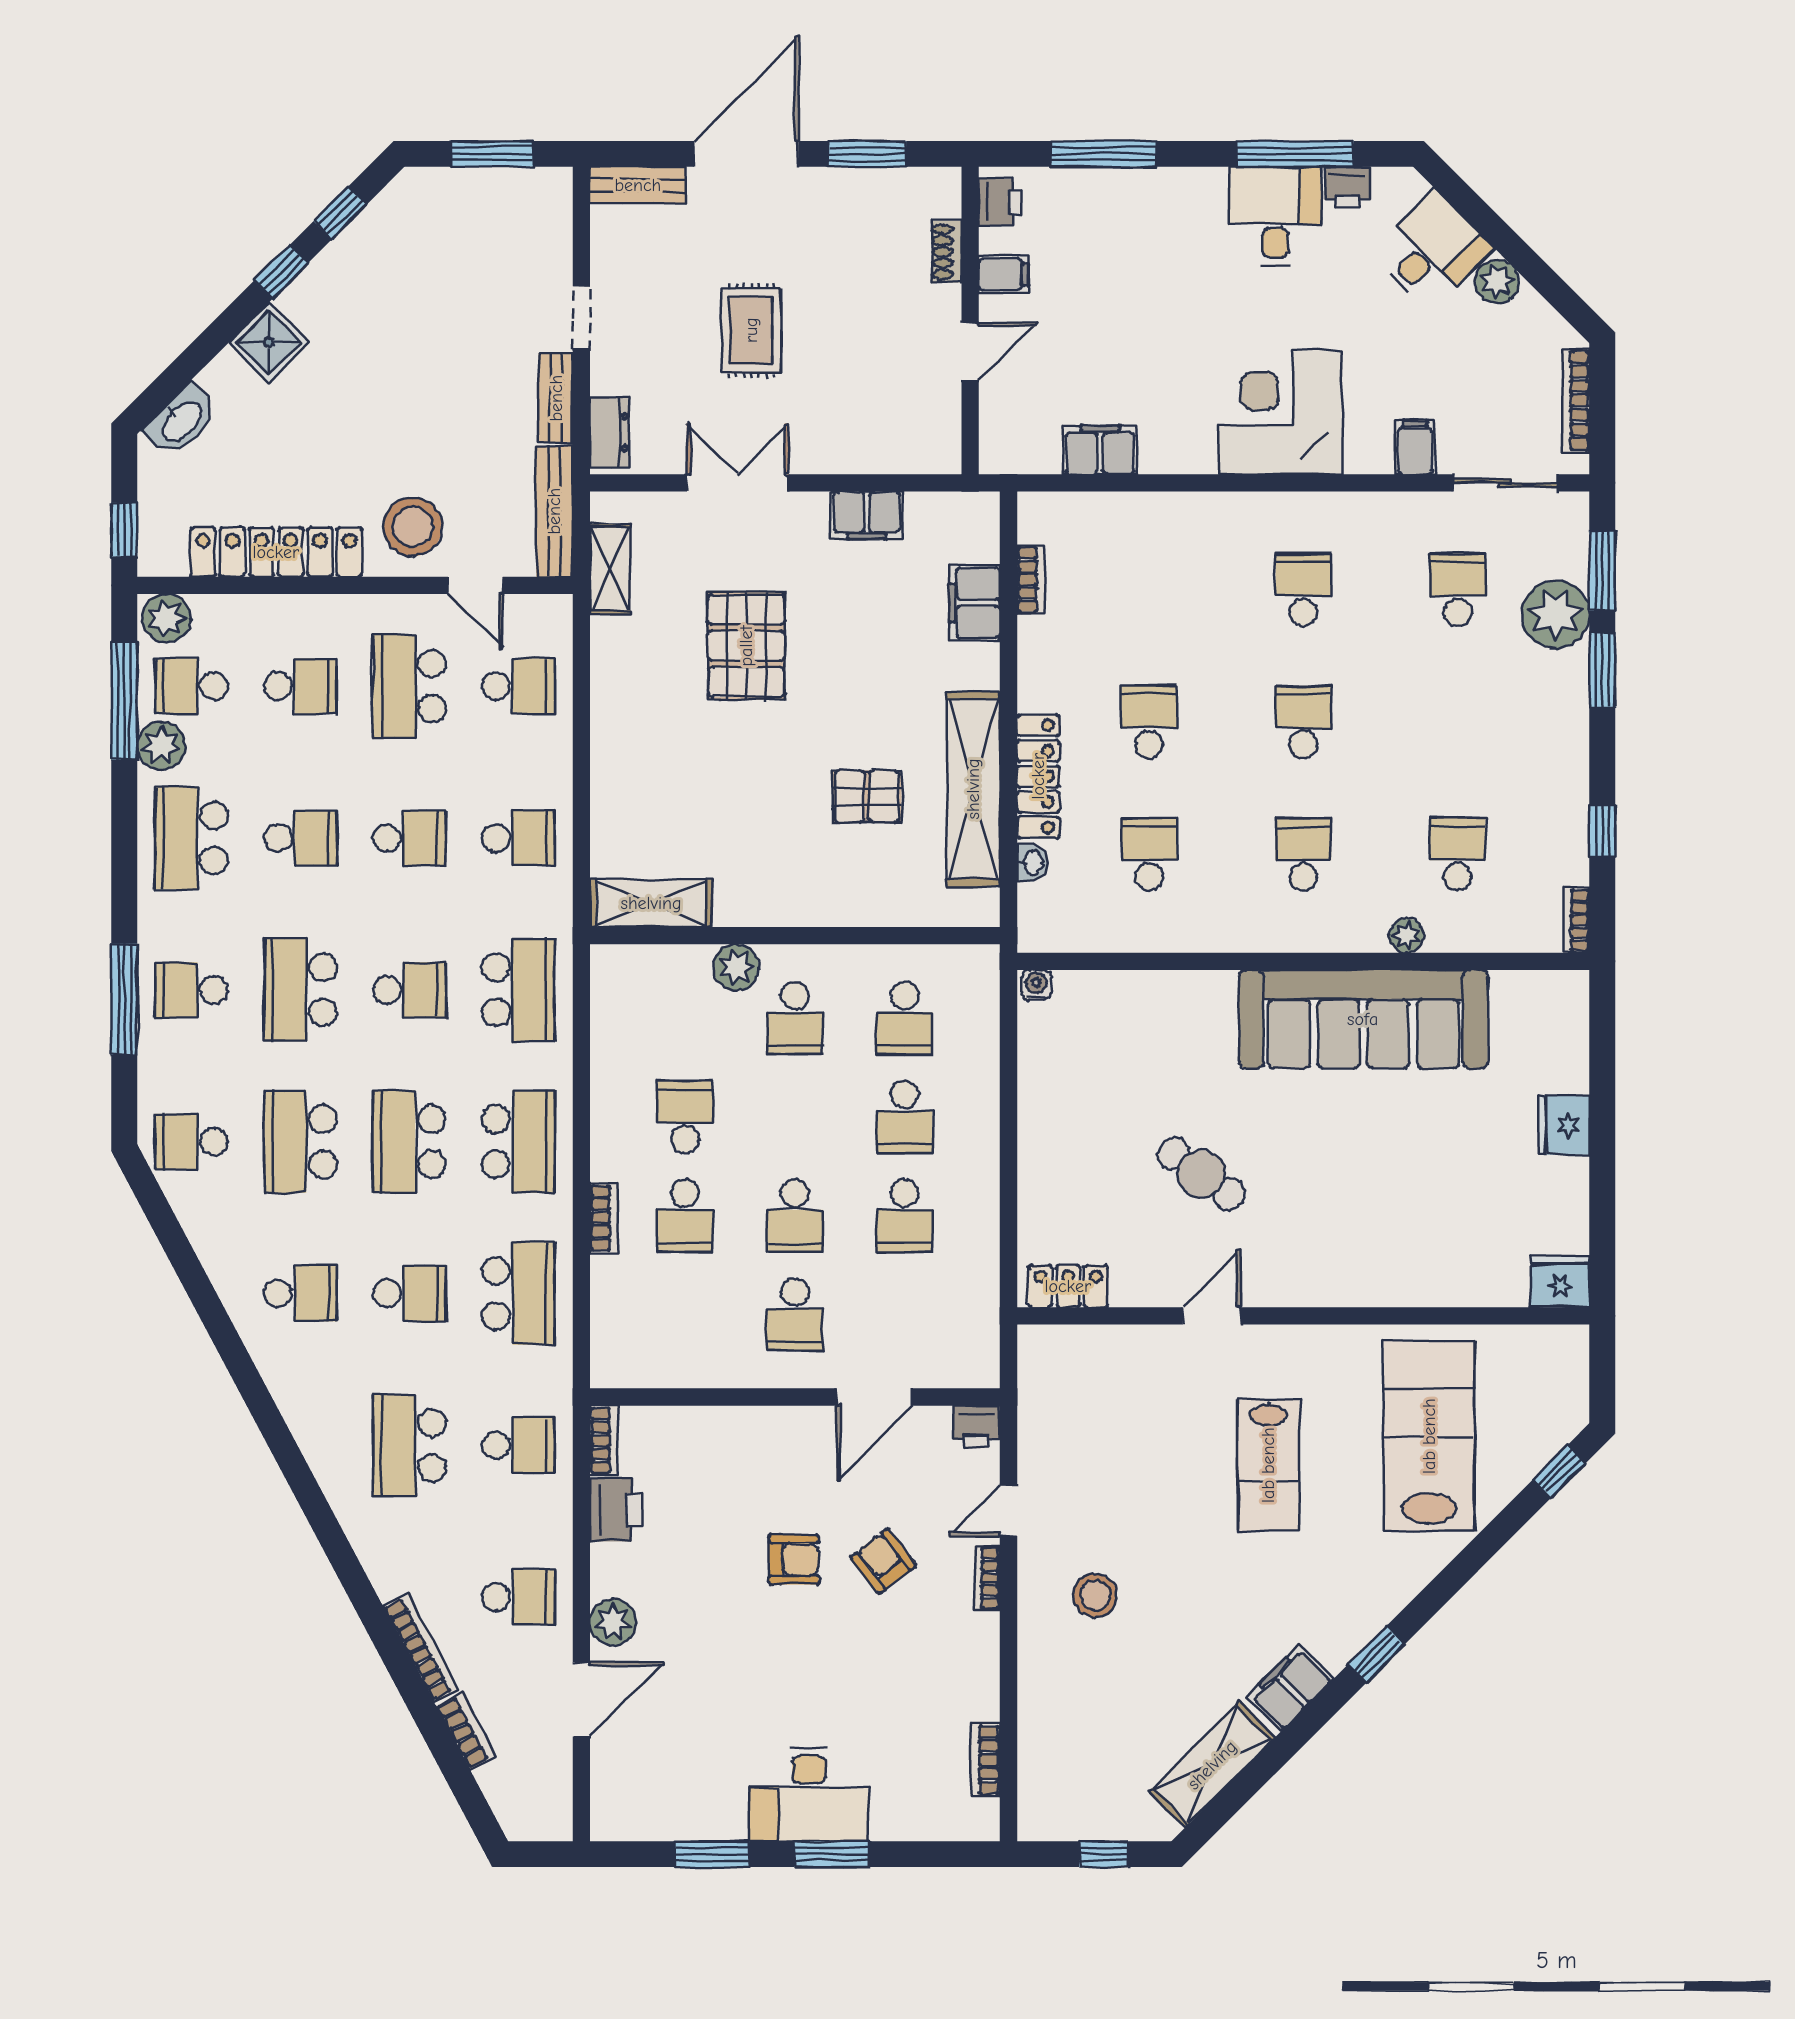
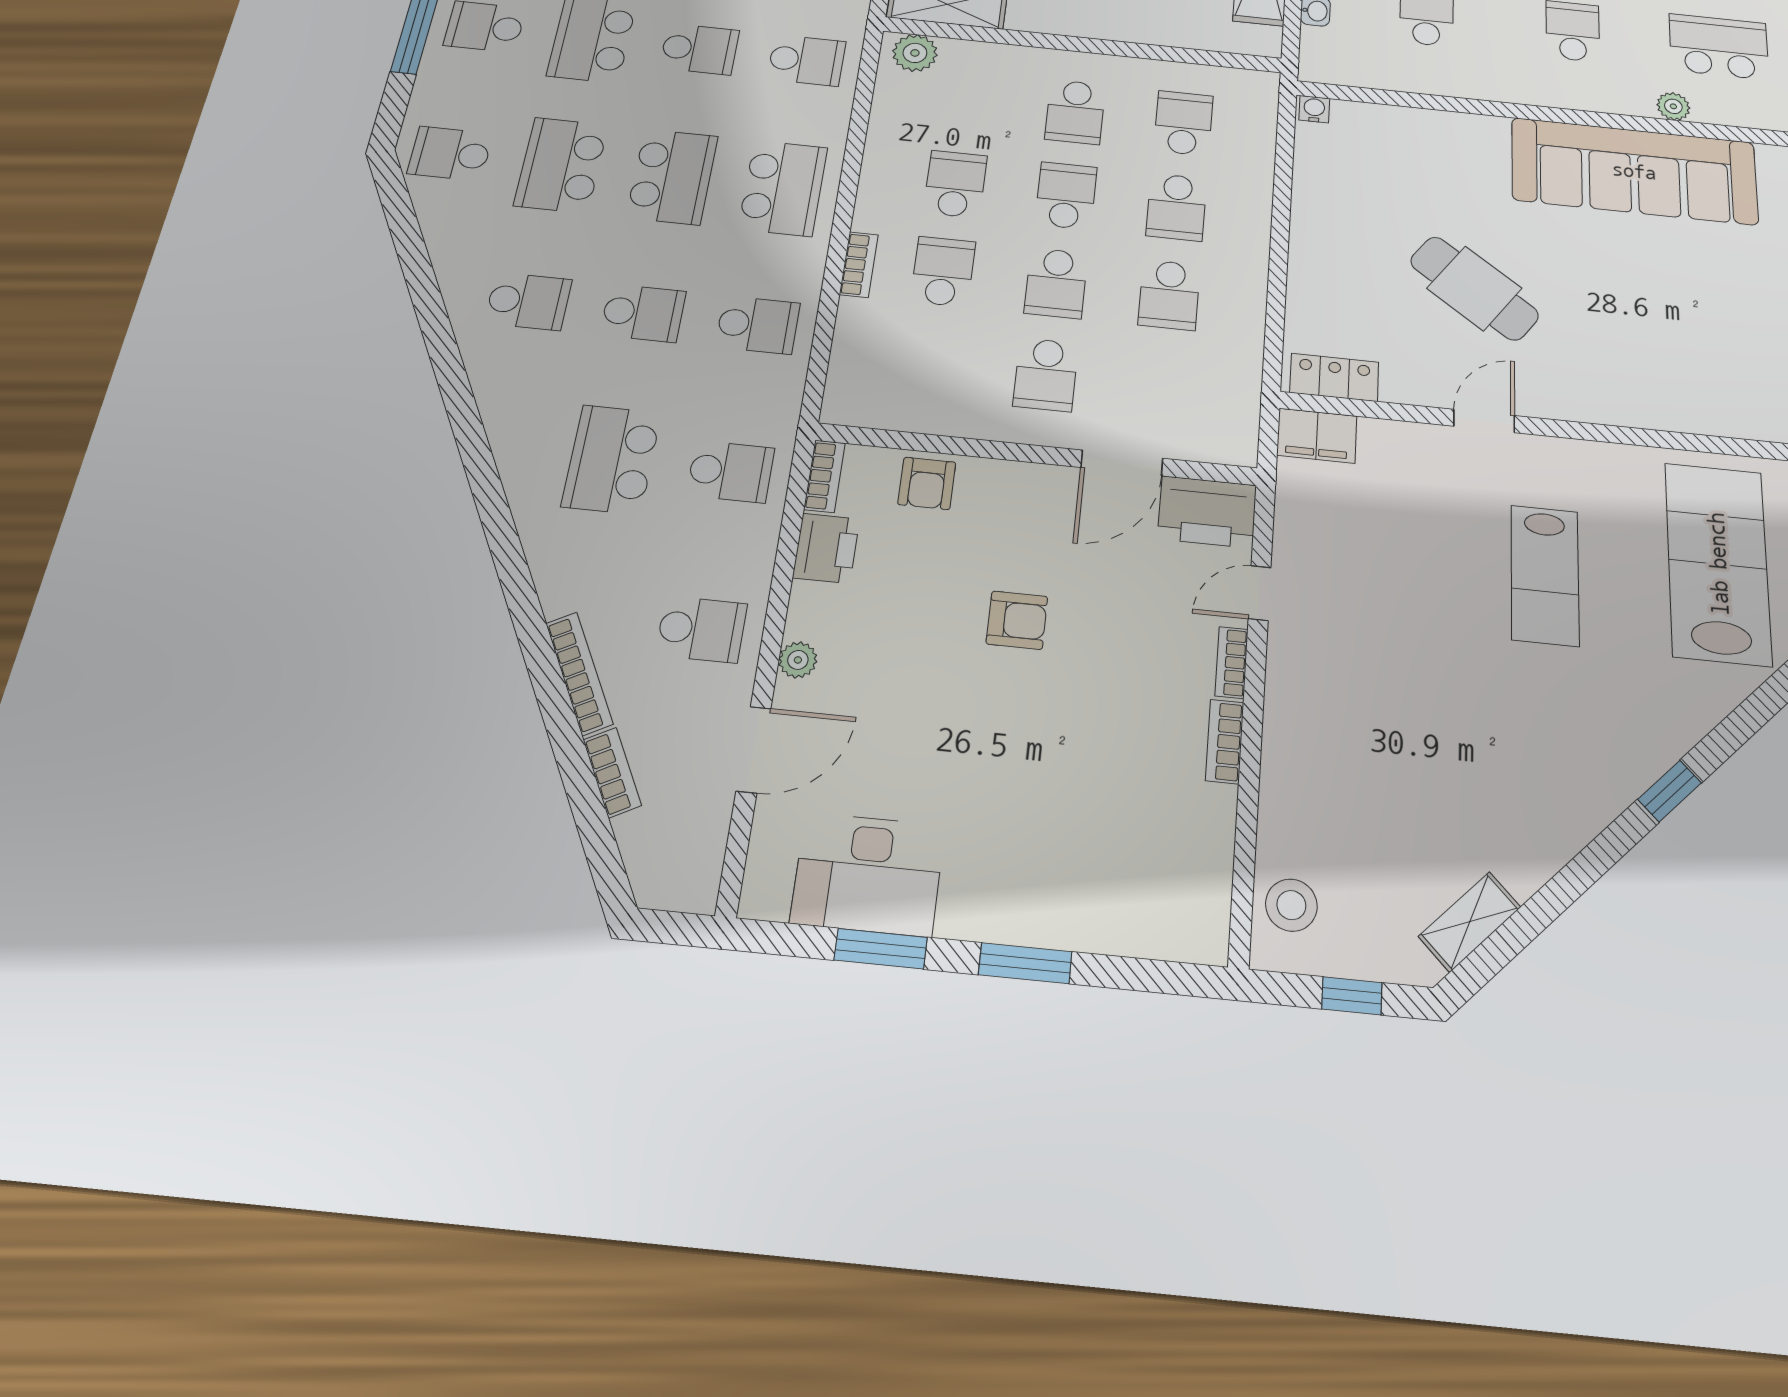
school desk: (1458, 854) -> (1719, 47), width x1.85
plant: (736, 967) -> (915, 53), moved
school desk: (518, 990) -> (807, 60), width x0.54
school desk: (905, 1018) -> (1183, 123), turned 180
school desk: (795, 1117) -> (1066, 196), added
school desk: (409, 1142) -> (672, 177), turned 180
cafe table: (1201, 1174) -> (1474, 288), width x1.37, depth x1.35
school desk: (685, 1216) -> (943, 271), turned 180
school desk: (518, 1294) -> (758, 325), width x0.54
printer: (977, 1427) -> (1207, 512), width x1.87, depth x1.48
armchair: (883, 1561) -> (927, 483), moved, turned -142
stool: (1095, 1595) -> (1291, 905), moved
plant: (613, 1622) -> (798, 660), width x0.73, depth x0.73
filing cabinet: (1290, 1688) -> (1317, 436), moved, turned -135
bookcase: (985, 1760) -> (1225, 741), moved
shelving: (1212, 1765) -> (1470, 922), width x0.67, depth x0.75
desk: (809, 1795) -> (868, 874), moved

